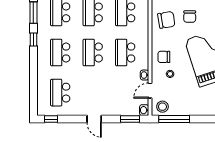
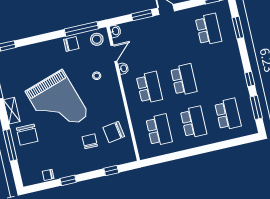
school desk: (60, 52) -> (218, 72), removed
chair: (164, 57) -> (71, 44), moved
window: (33, 88) -> (238, 28), added
window: (130, 119) -> (142, 15), moved

